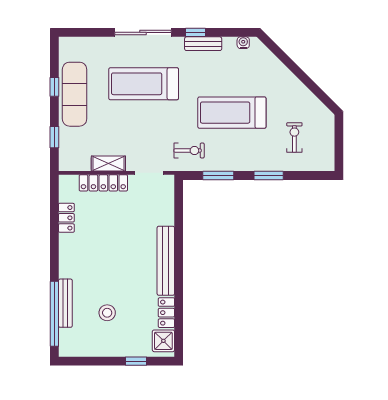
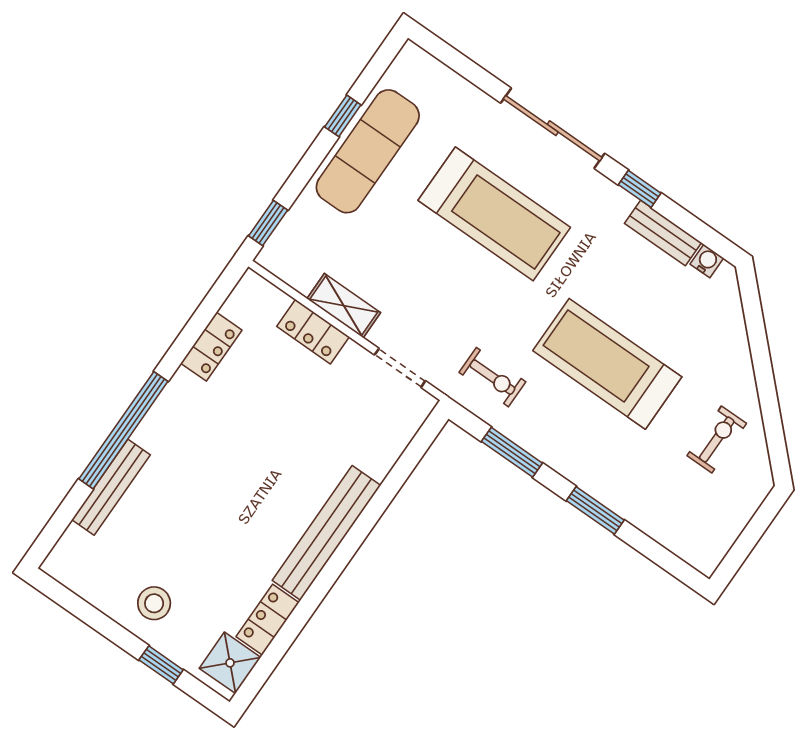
bench: (203, 44) -> (663, 233), moved
treadmill: (144, 84) -> (494, 214), turned 180
window: (54, 137) -> (268, 223), moved
exercise bike: (294, 137) -> (717, 439), moved
locker: (103, 183) -> (313, 332), width x0.66
stool: (107, 313) -> (154, 603), moved
window: (54, 314) -> (123, 430), moved

